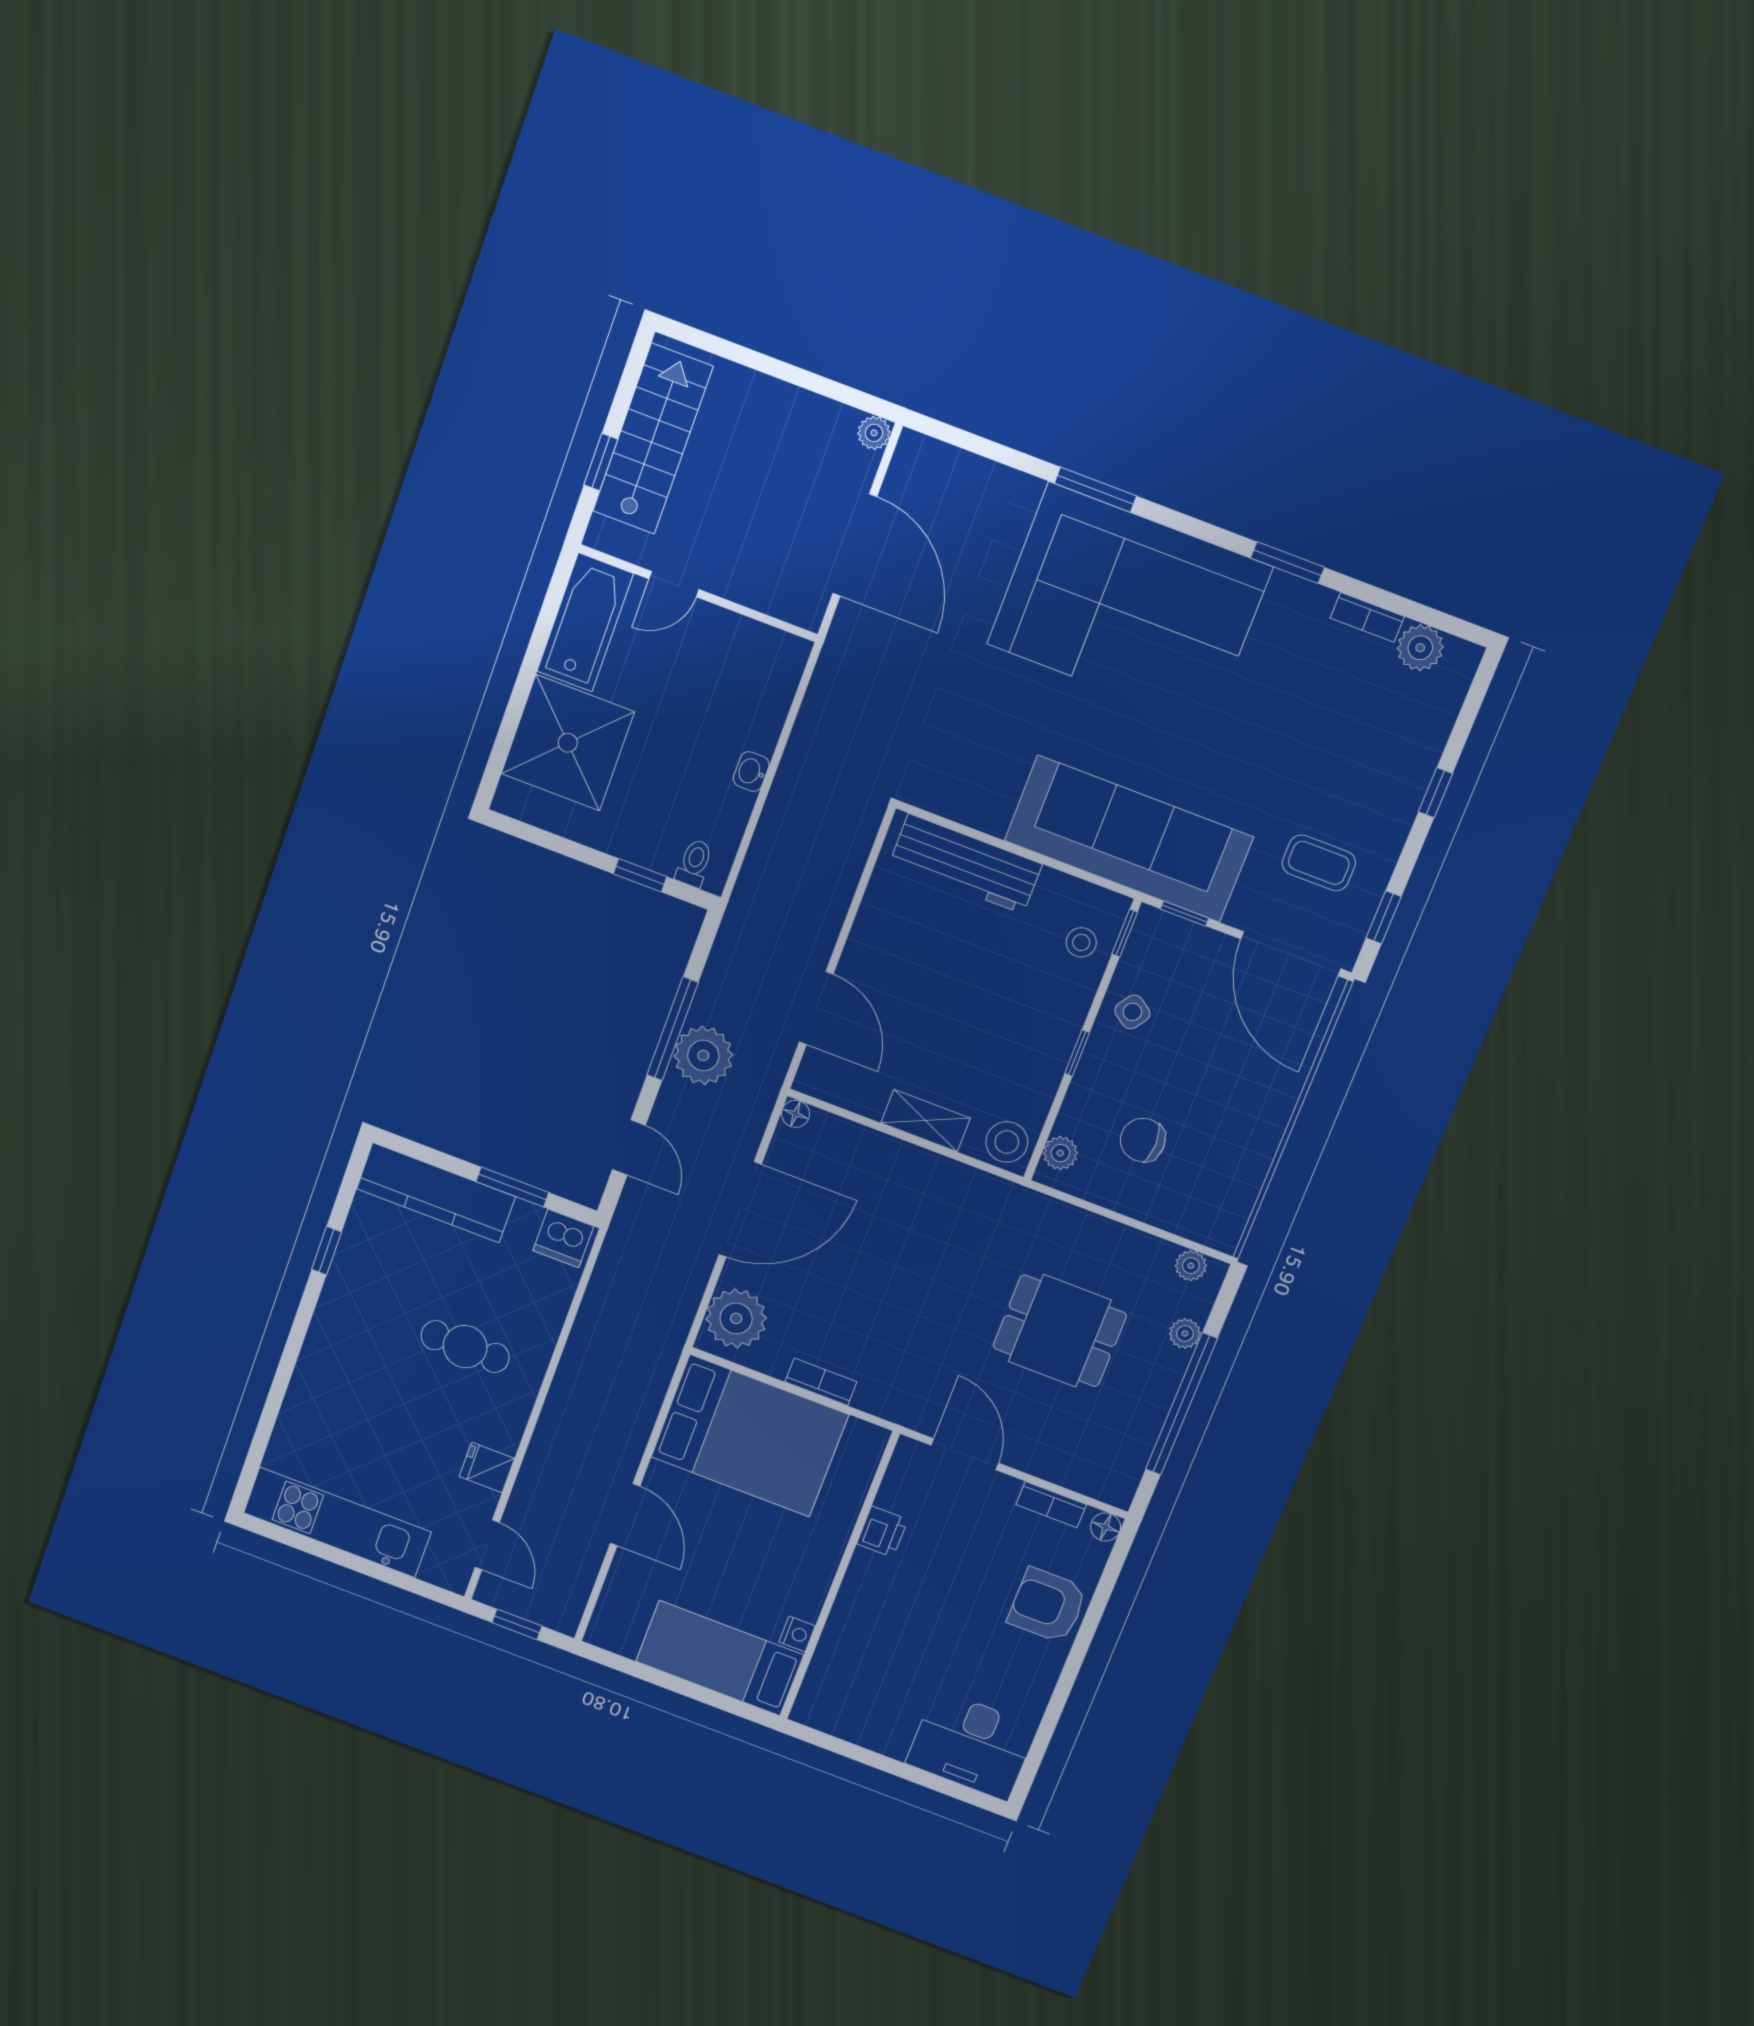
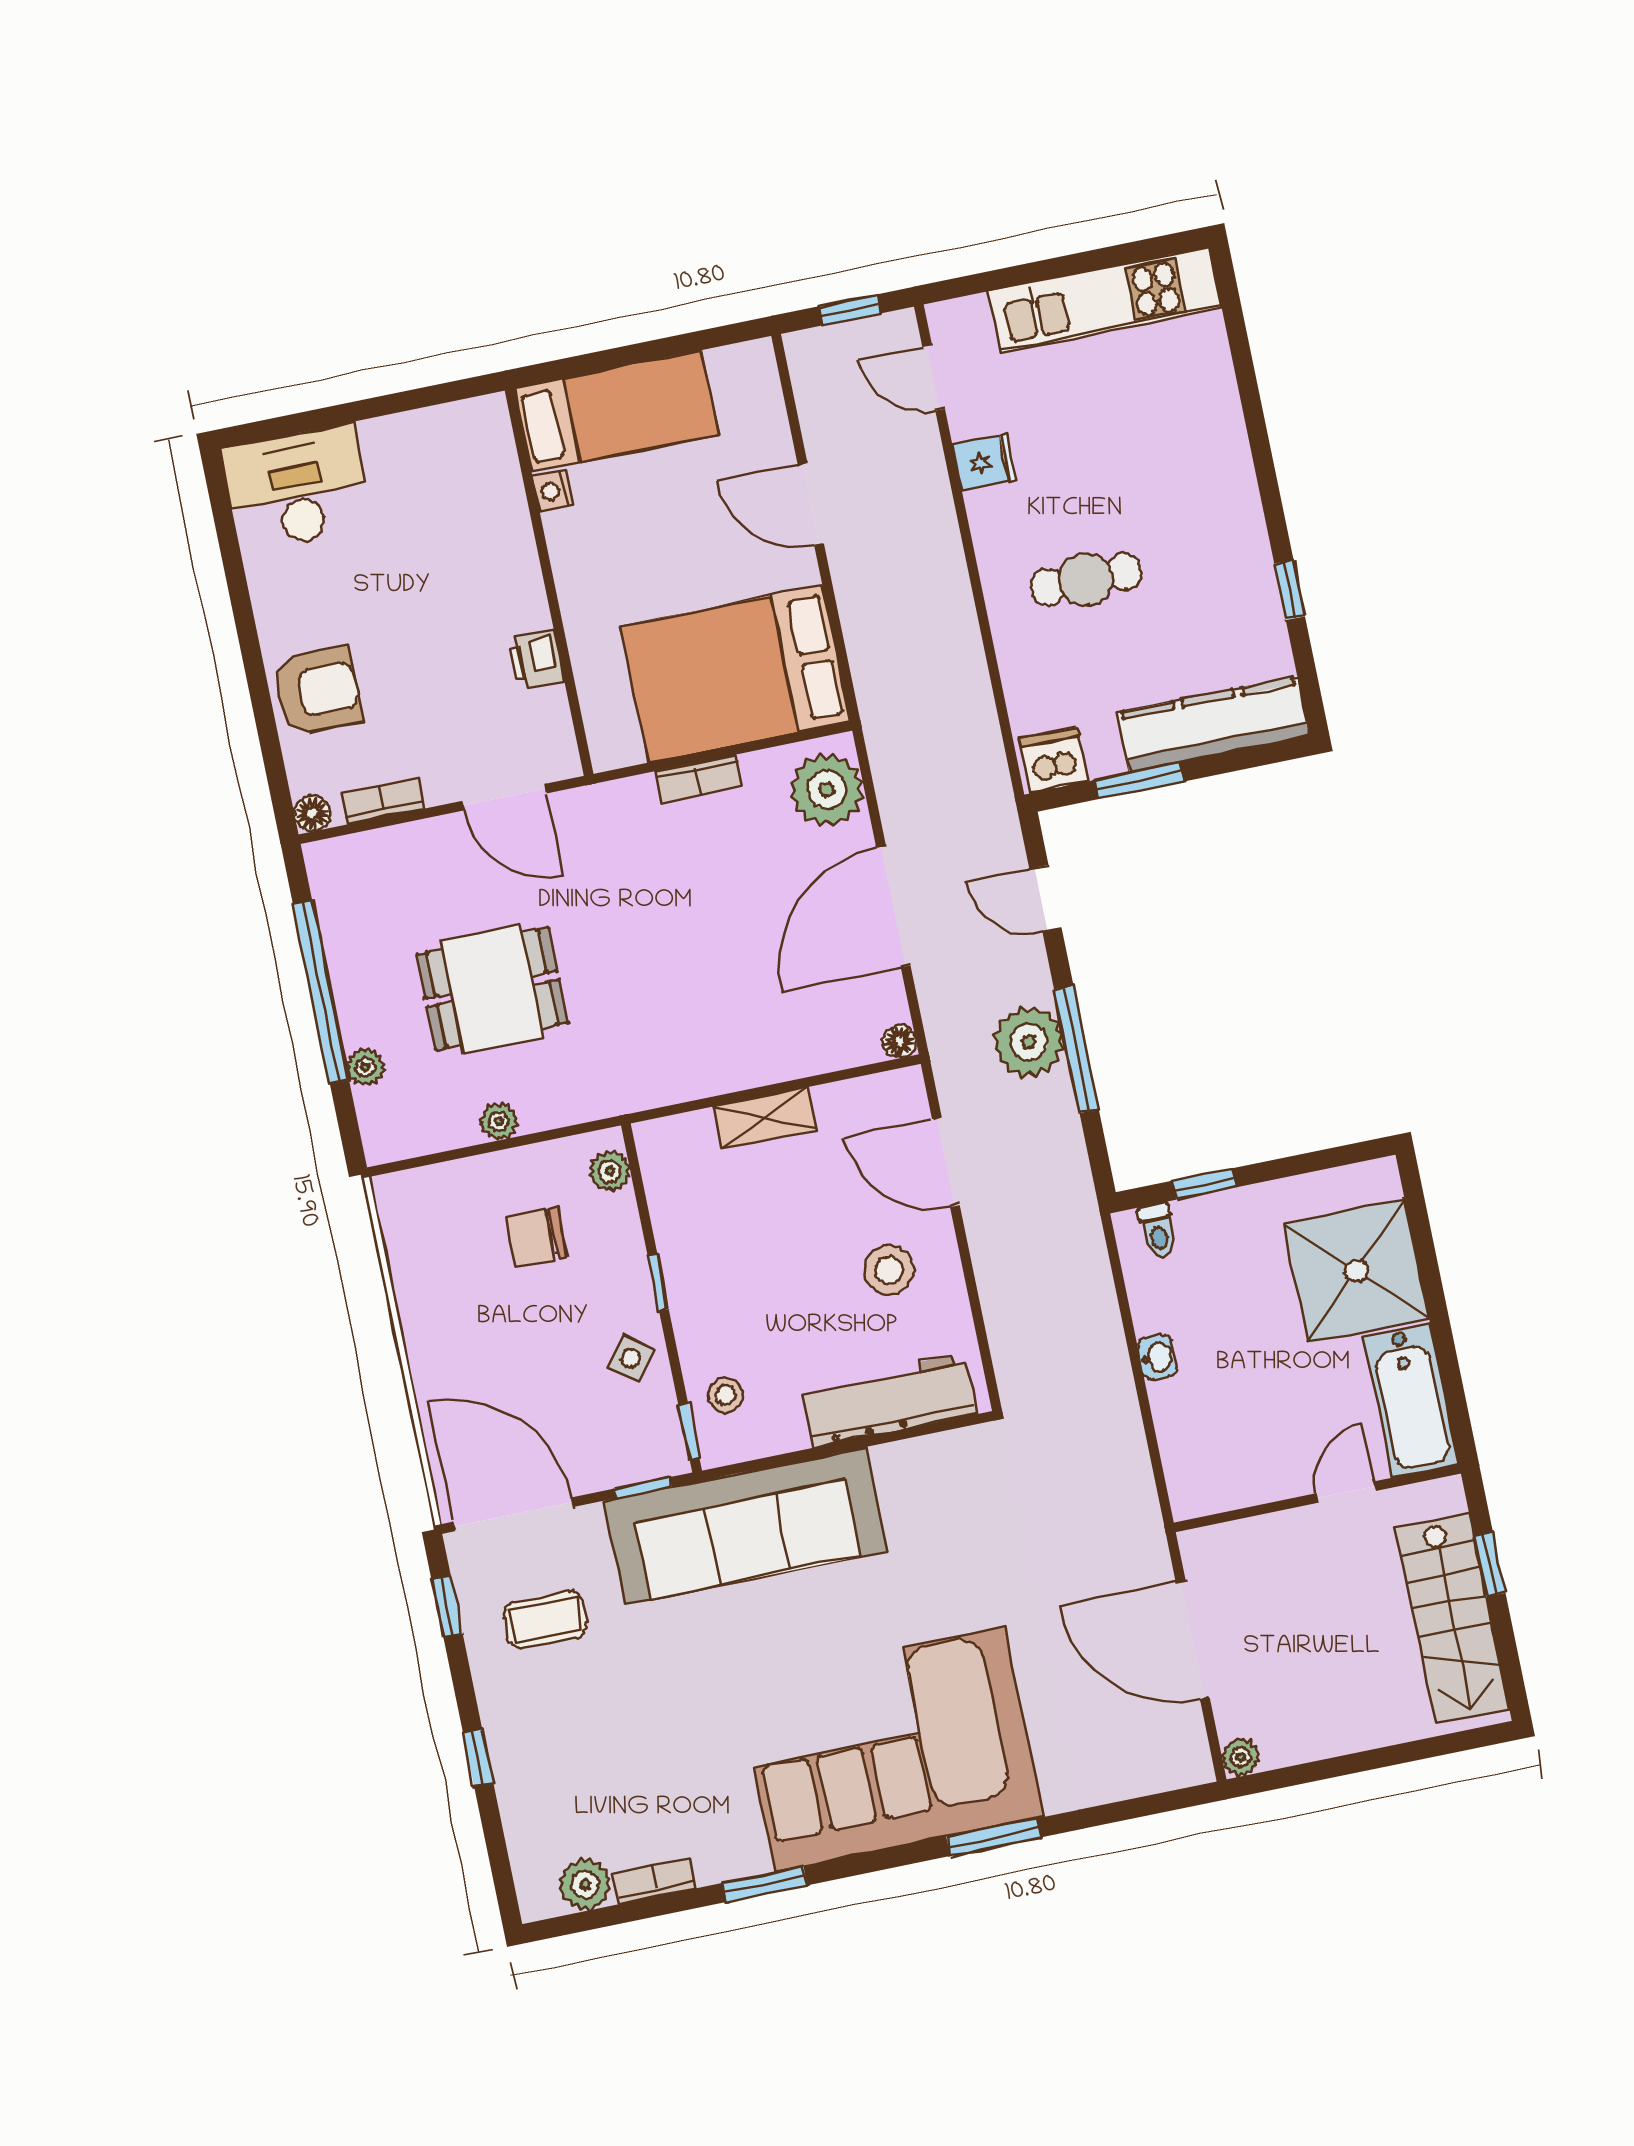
chair: (1143, 1140) -> (537, 1237), turned 180
stool: (1007, 1142) -> (889, 1270), moved
plant: (1191, 1266) -> (499, 1121), moved

